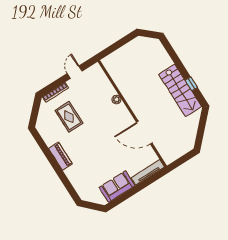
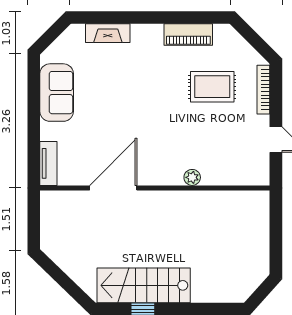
piano: (60, 156) -> (188, 34), moved
tv unit: (148, 172) -> (48, 163), width x0.71
fireplace: (75, 180) -> (108, 33), added

